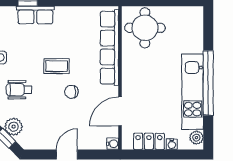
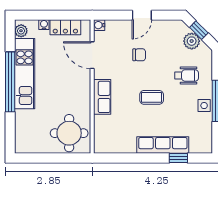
row of seats: (35, 15) -> (163, 145), width x1.48
row of seats: (109, 48) -> (102, 97), width x0.50
chair: (71, 92) -> (139, 55), moved
door: (120, 111) -> (92, 55), swing flipped

